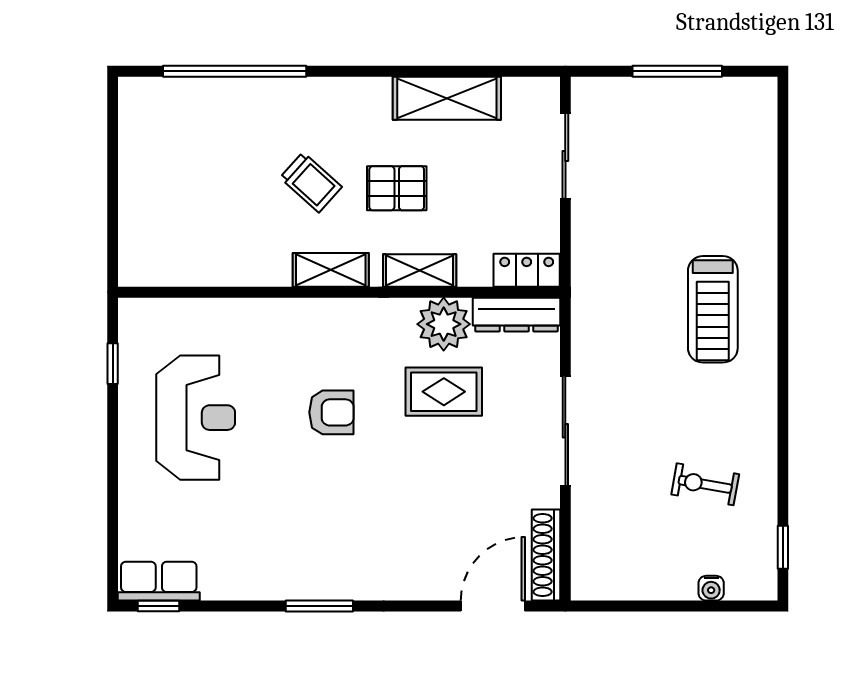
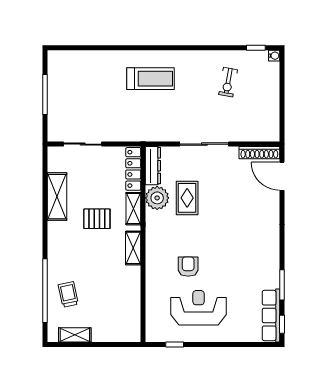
shelving: (134, 138) -> (75, 335), added
trolley: (311, 182) -> (68, 294), moved, turned -54
pallet: (397, 188) -> (97, 219), turned 90
locker: (527, 270) -> (133, 169), width x1.53
armchair: (331, 412) -> (188, 267), moved
row of seats: (159, 581) -> (271, 315), width x1.48
water cooler: (711, 588) -> (274, 56), moved
window: (319, 606) -> (282, 285), moved

